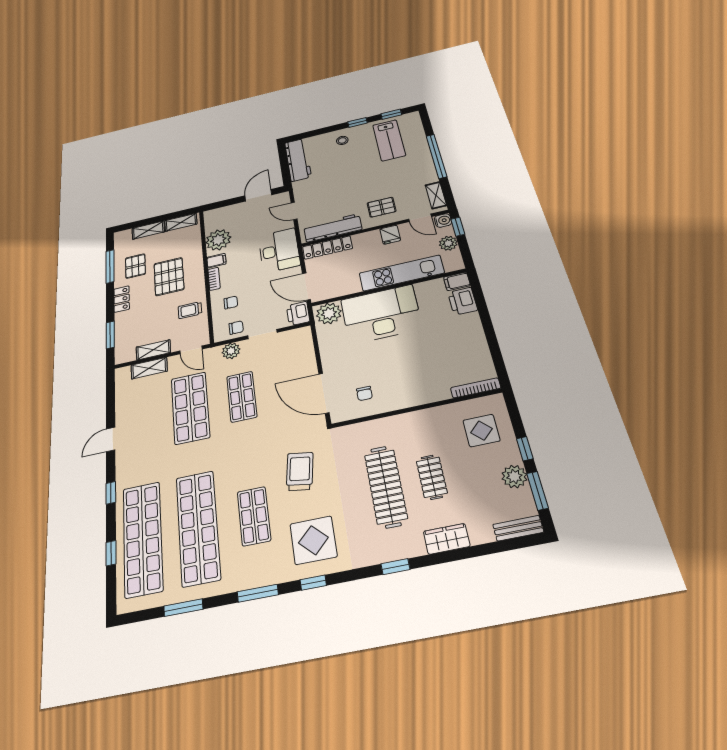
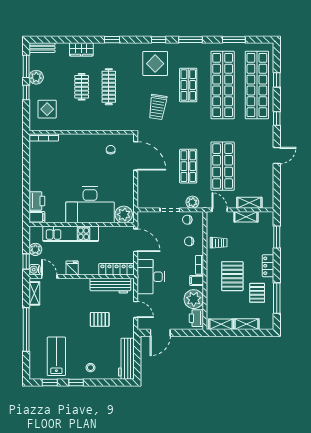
pallet: (382, 207) -> (100, 319), moved
printer: (298, 314) -> (196, 318), moved, turned 180
clothes rail: (386, 486) -> (109, 87), width x0.73, depth x0.76

